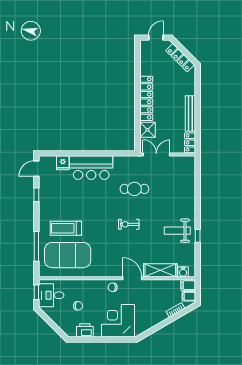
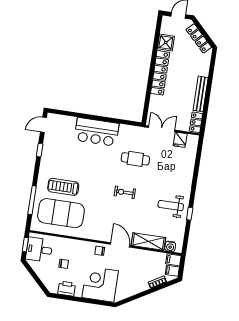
shower: (147, 130) -> (166, 43), moved
fridge: (63, 163) -> (180, 140), moved

